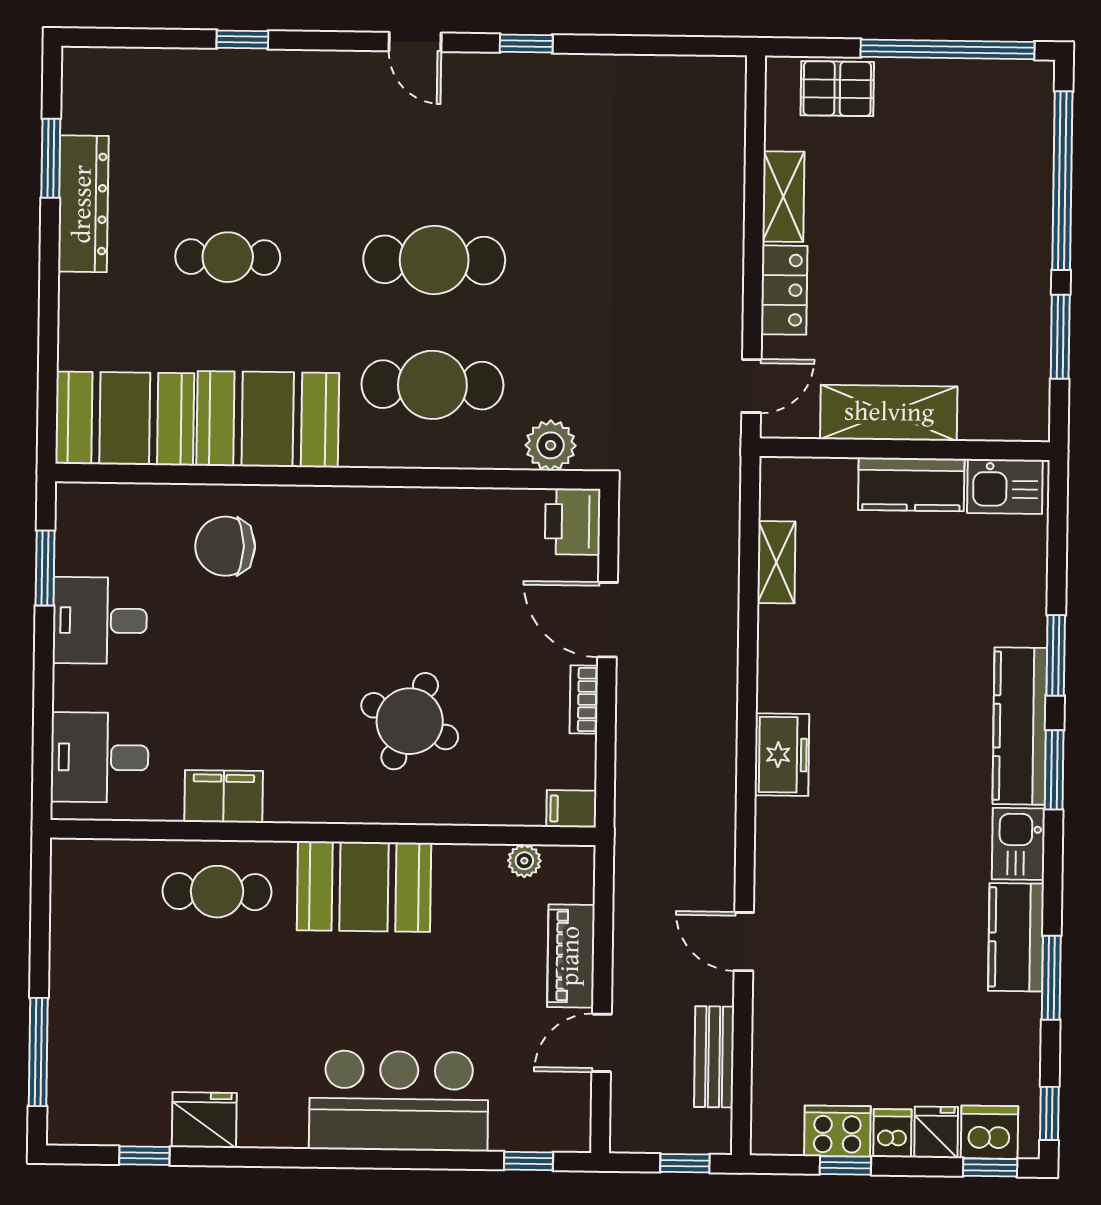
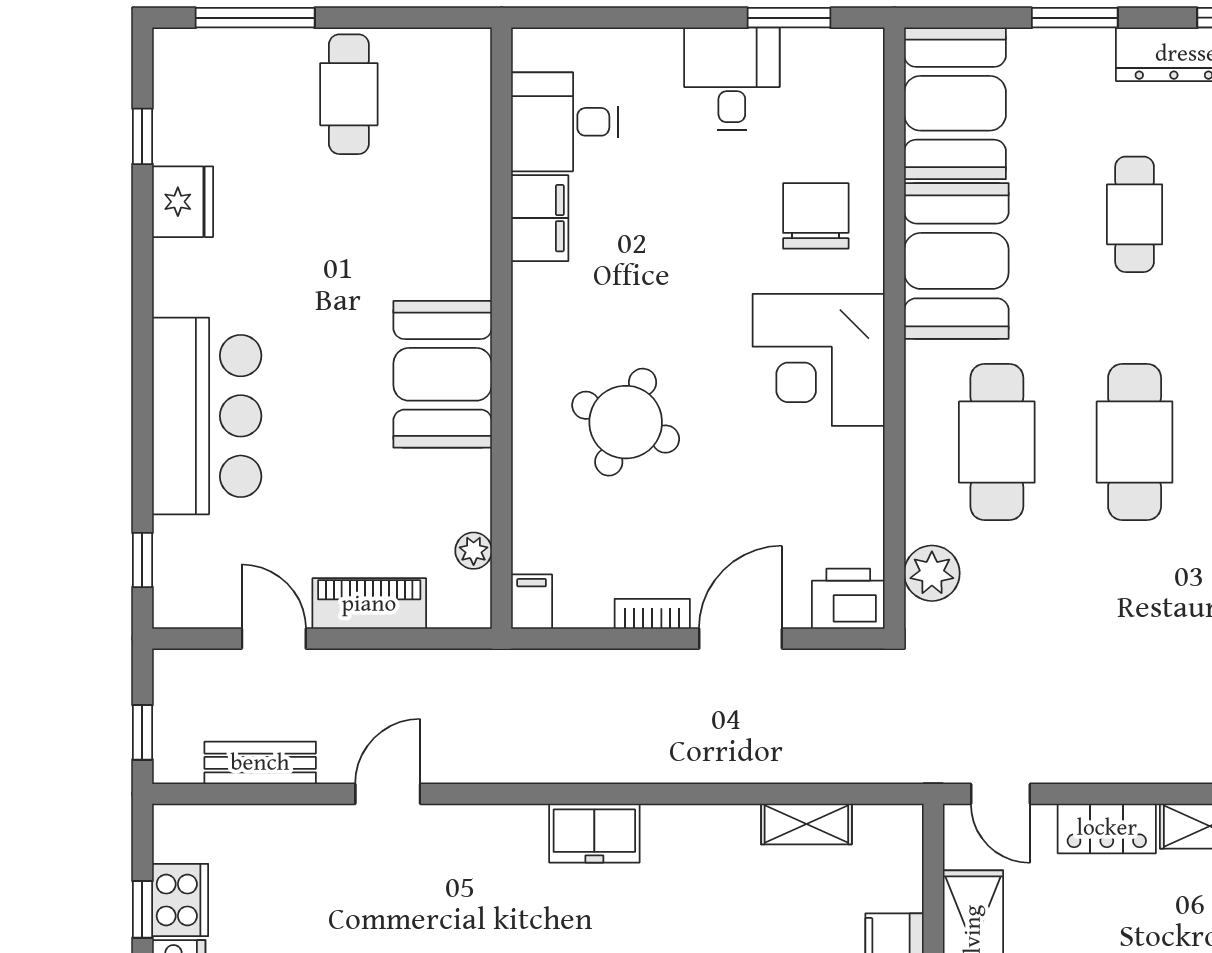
window: (49, 309) -> (1075, 18), added
corner desk: (356, 545) -> (819, 360), added
desk: (100, 757) -> (565, 122), moved, turned -90
cafe table: (217, 892) -> (349, 94), moved

